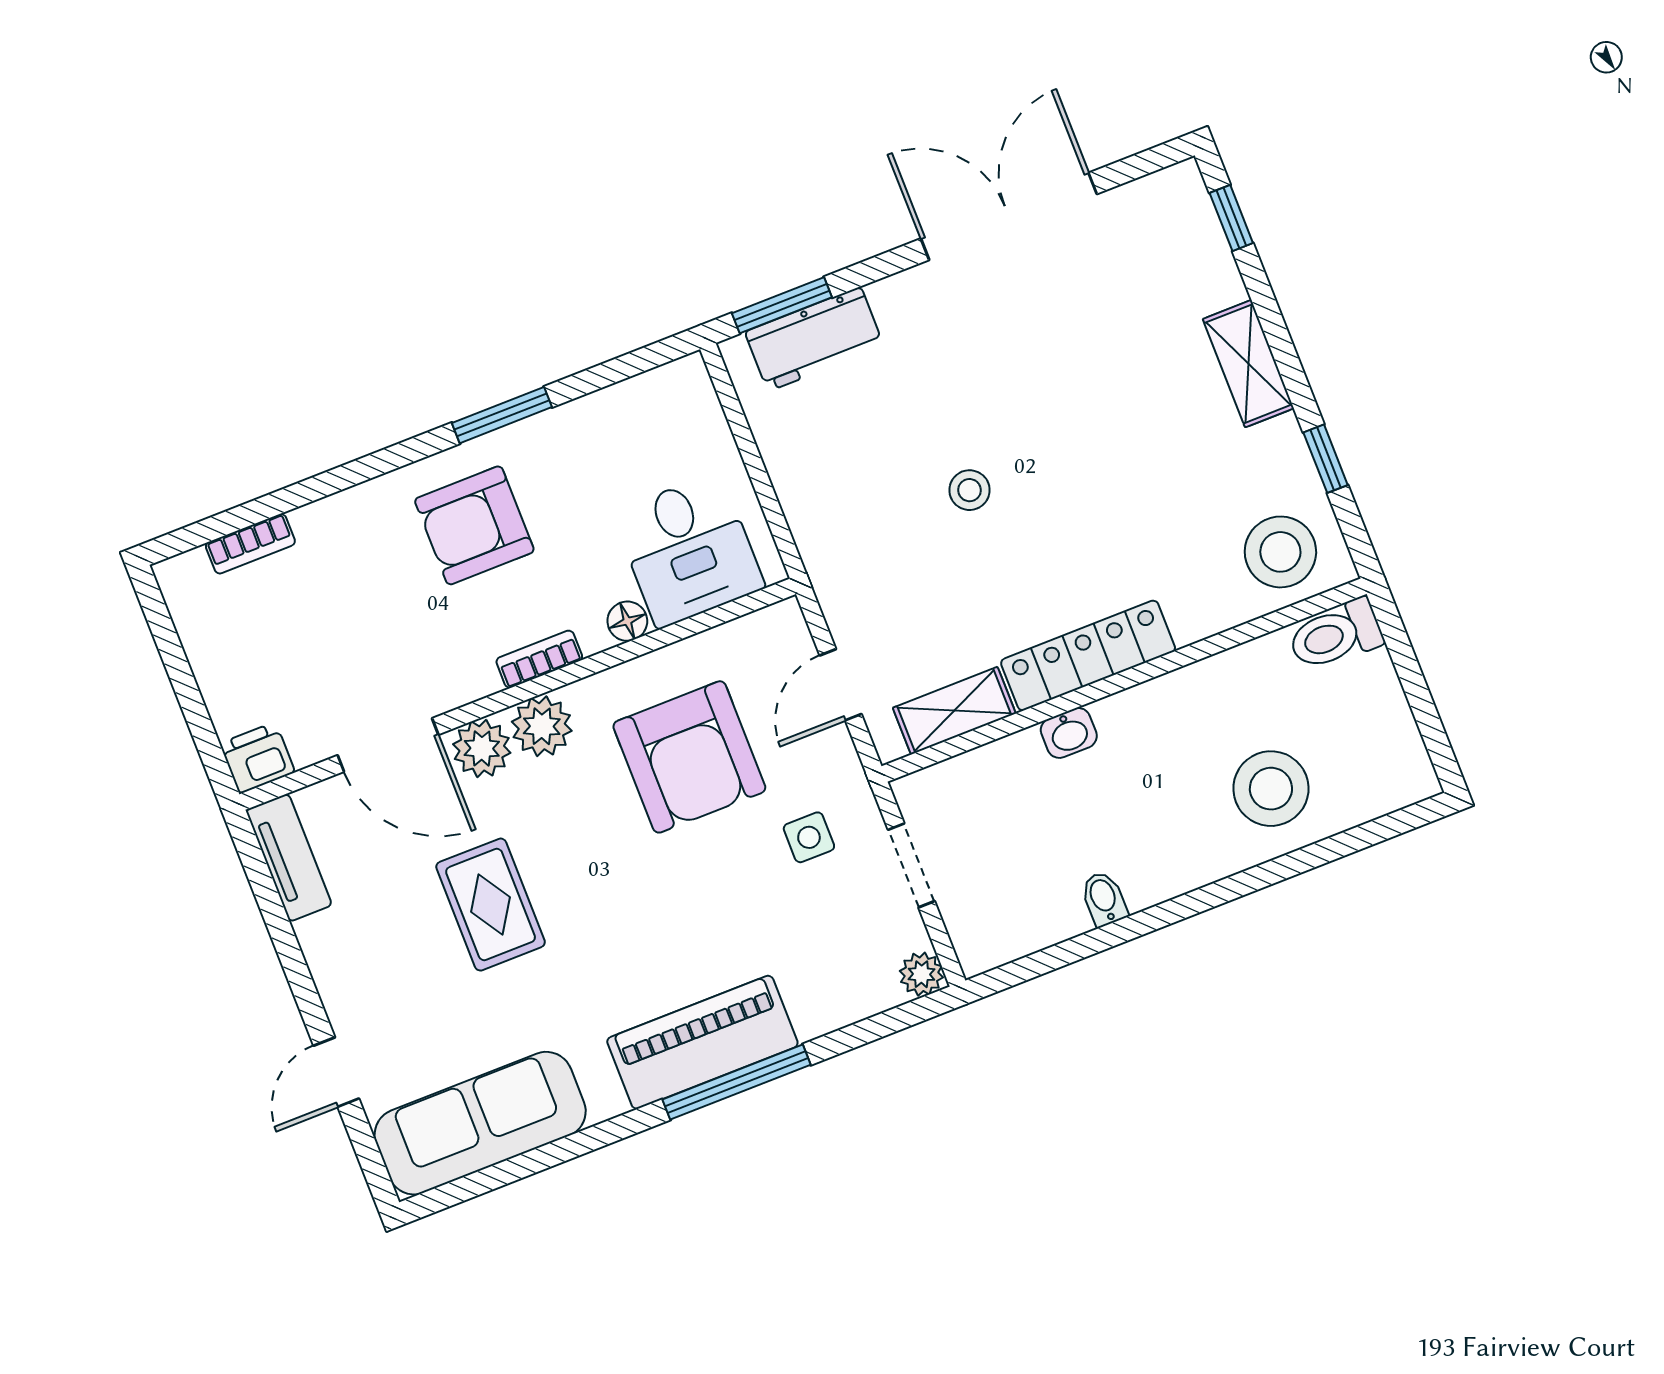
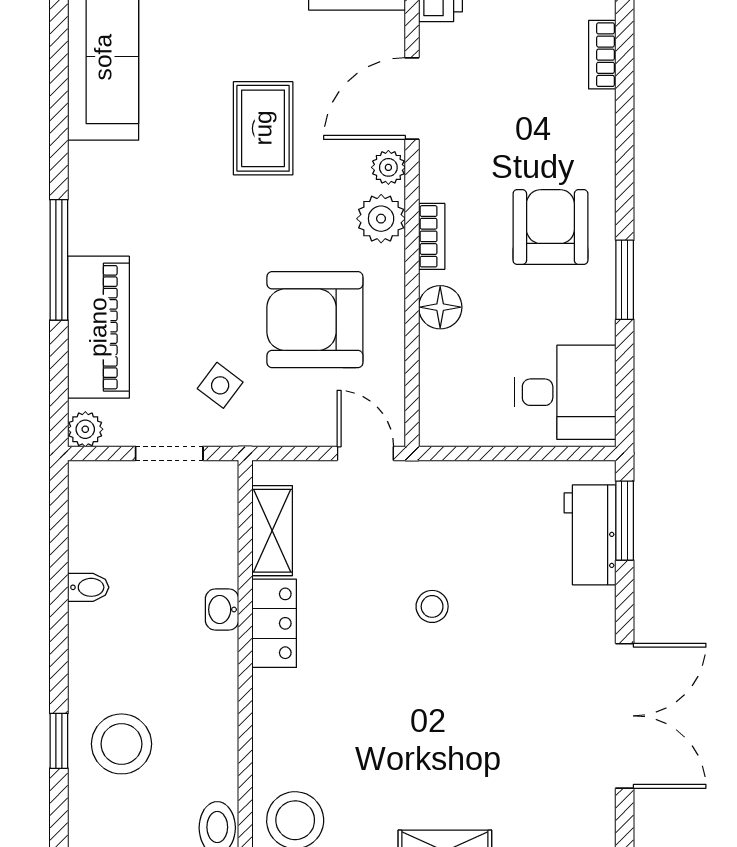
desk: (689, 550) -> (565, 392), moved, turned 180
floor lamp: (627, 621) -> (440, 307), width x1.37, depth x1.37
locker: (1088, 656) -> (274, 623), width x0.66
door: (841, 685) -> (365, 453), moved
plant: (482, 748) -> (388, 167), width x0.73, depth x0.73
side table: (809, 837) -> (220, 385), turned 37
window: (1296, 863) -> (59, 741), added
rug: (491, 905) -> (263, 128), turned 90
piano: (702, 1042) -> (98, 327), moved

